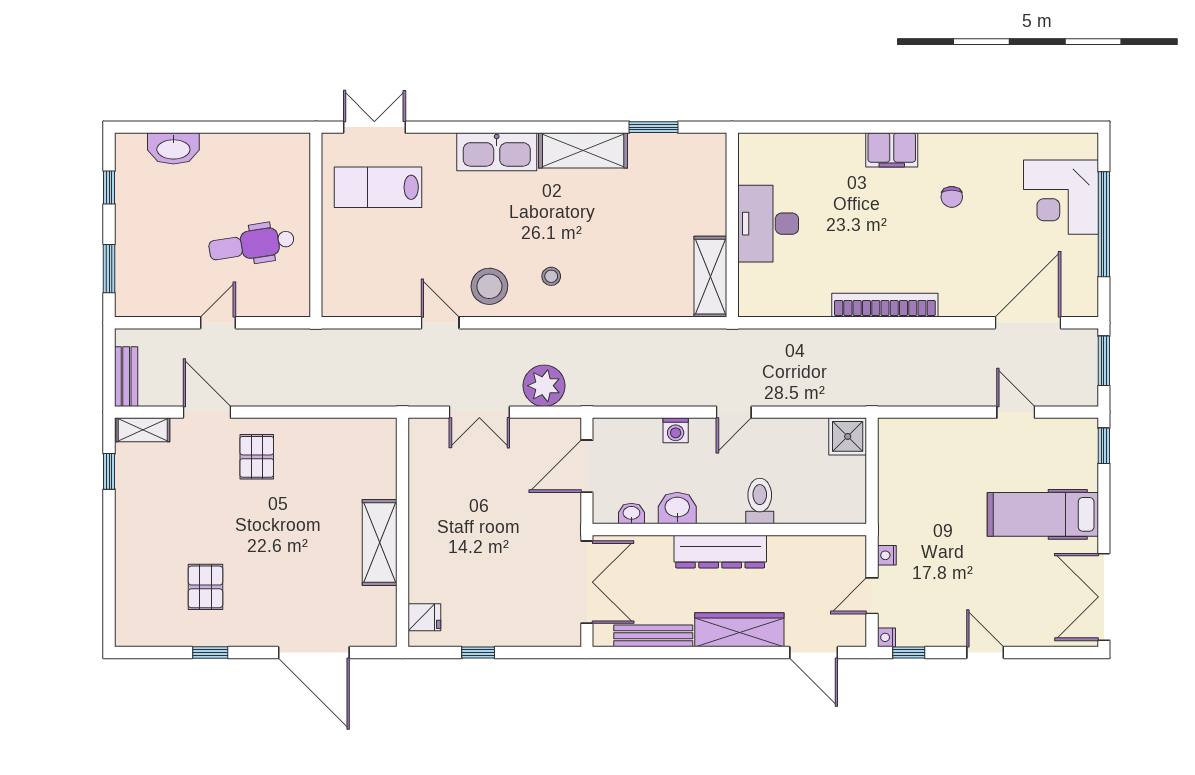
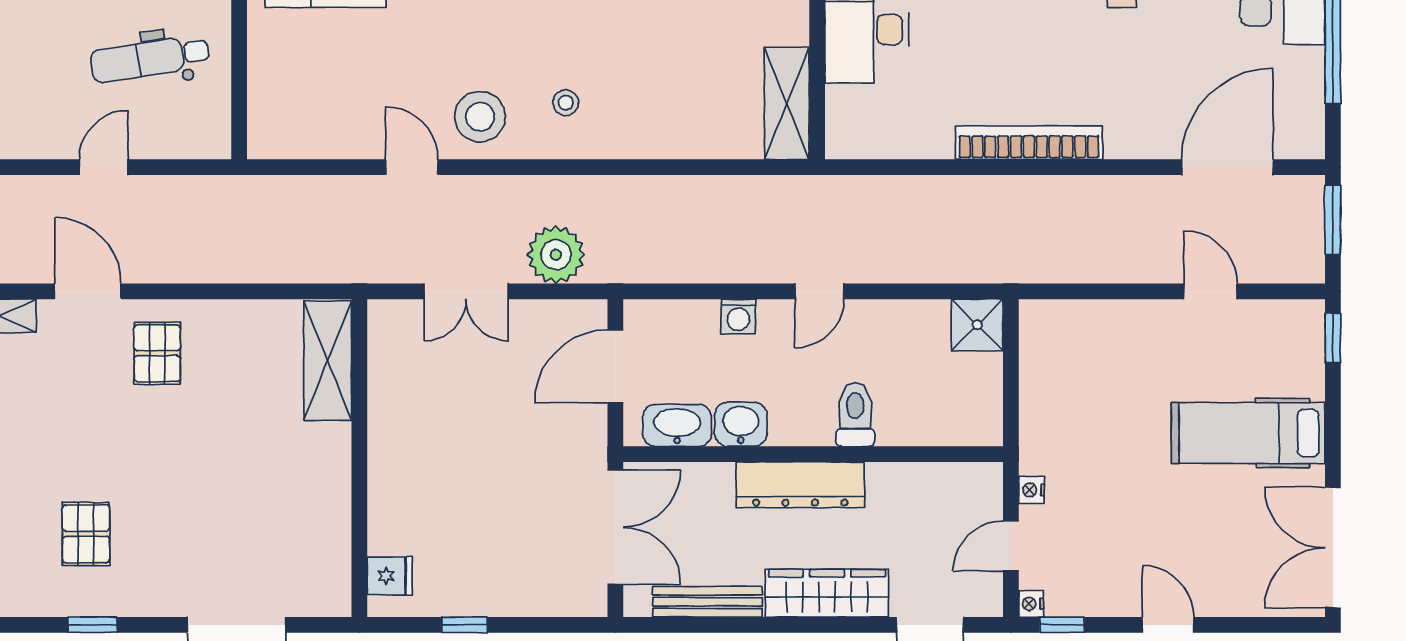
washbasin: (631, 513) -> (677, 425), width x1.91, depth x1.45
shelving: (380, 542) -> (328, 361), moved

